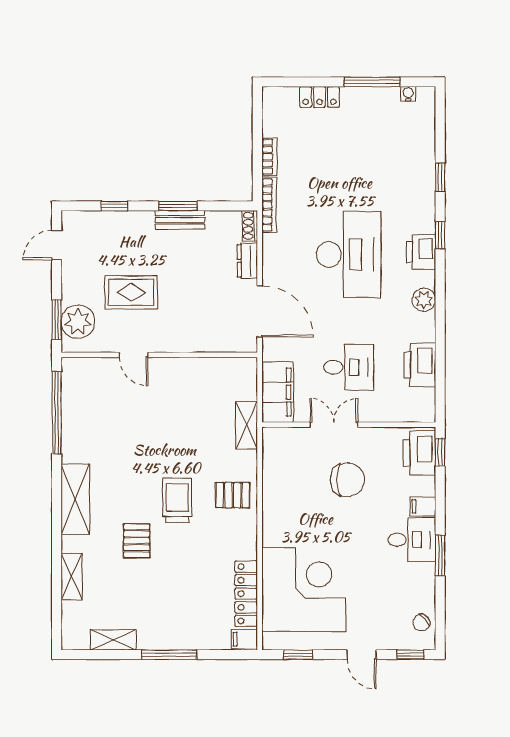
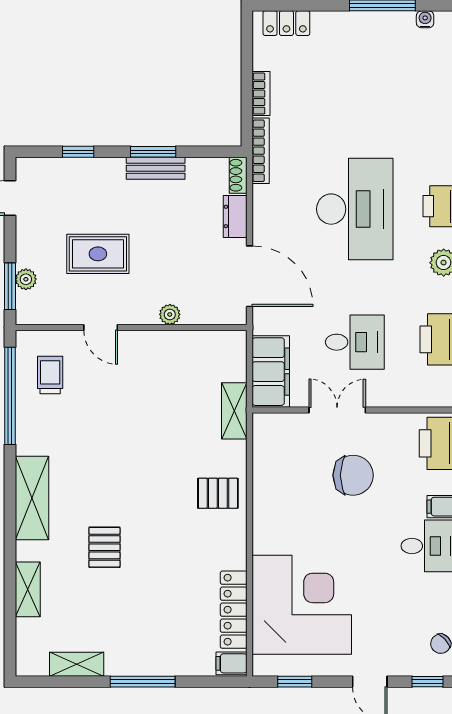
locker: (319, 97) -> (286, 23), moved
plant: (78, 322) -> (26, 279), width x0.53, depth x0.53
plant: (192, 344) -> (170, 314), added
trolley: (177, 501) -> (50, 375), moved, width x0.73, depth x0.72

